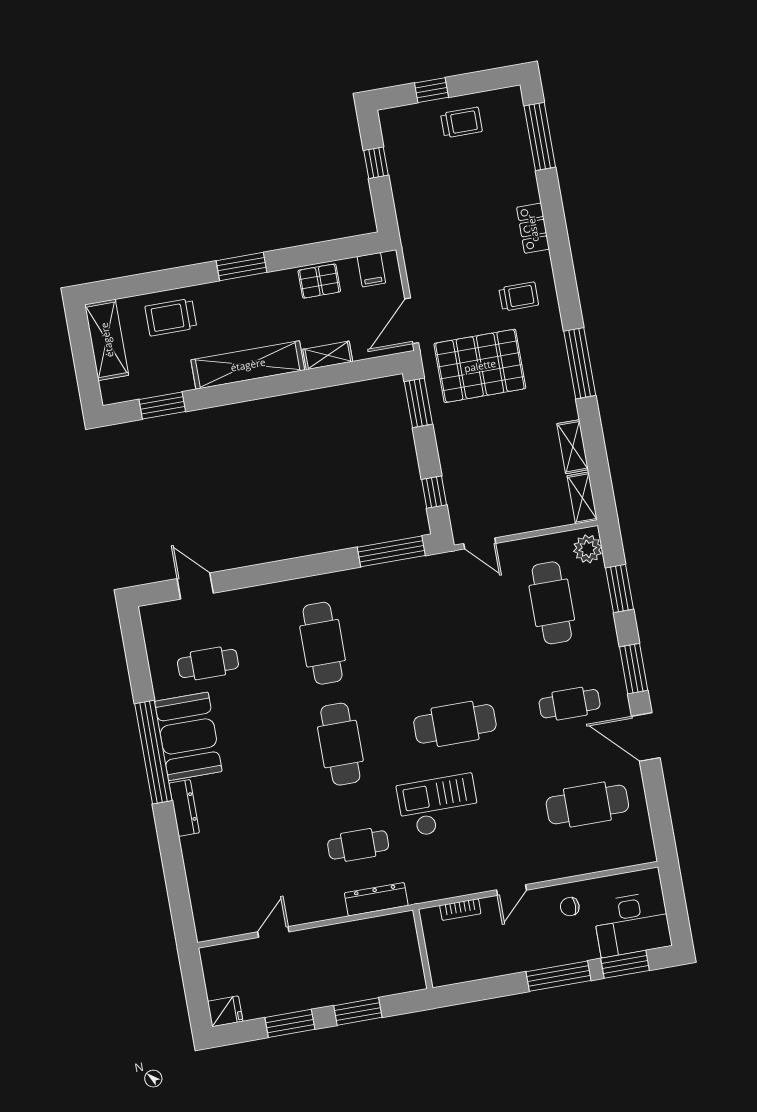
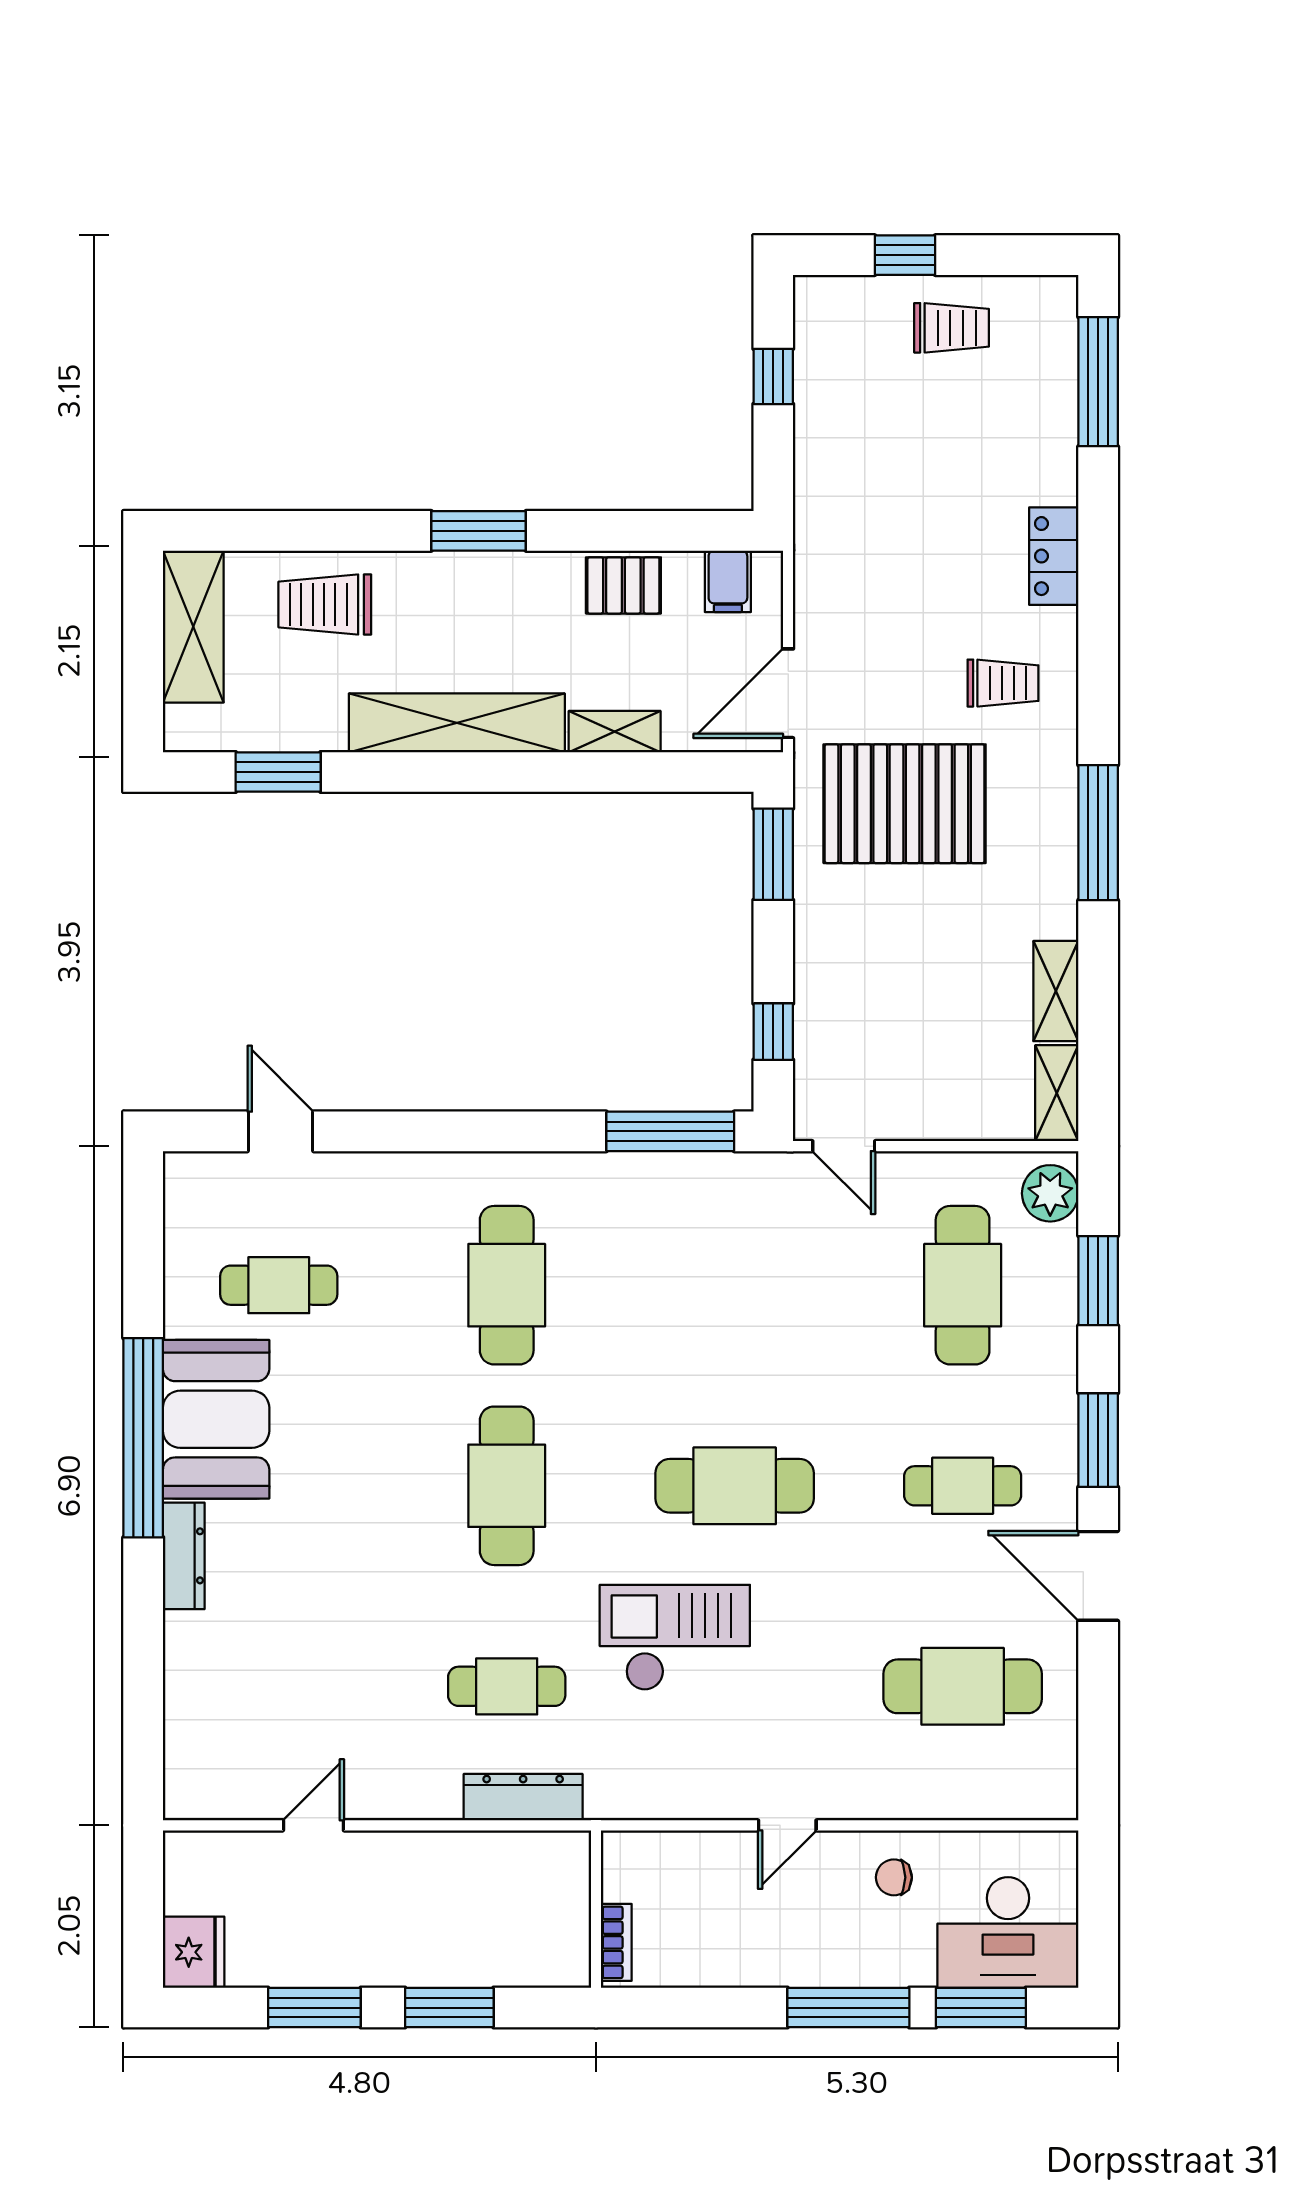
bookcase: (460, 910) -> (616, 1942), moved, turned -90
fridge: (225, 1011) -> (194, 1952), width x1.38

